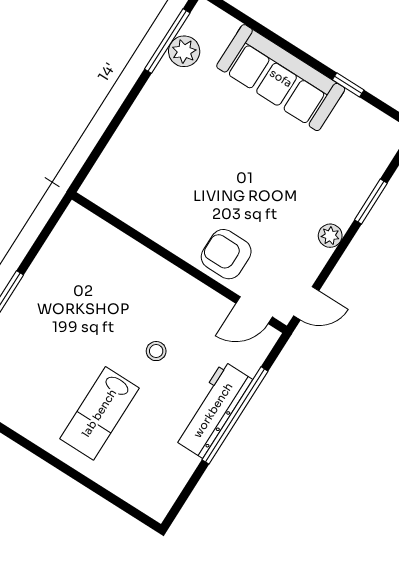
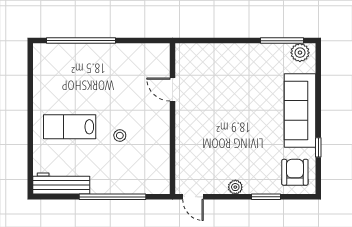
plant: (184, 51) -> (300, 53), moved
armchair: (226, 254) -> (295, 172), moved
door: (254, 310) -> (173, 89), moved
workbench: (213, 410) -> (61, 183), moved

